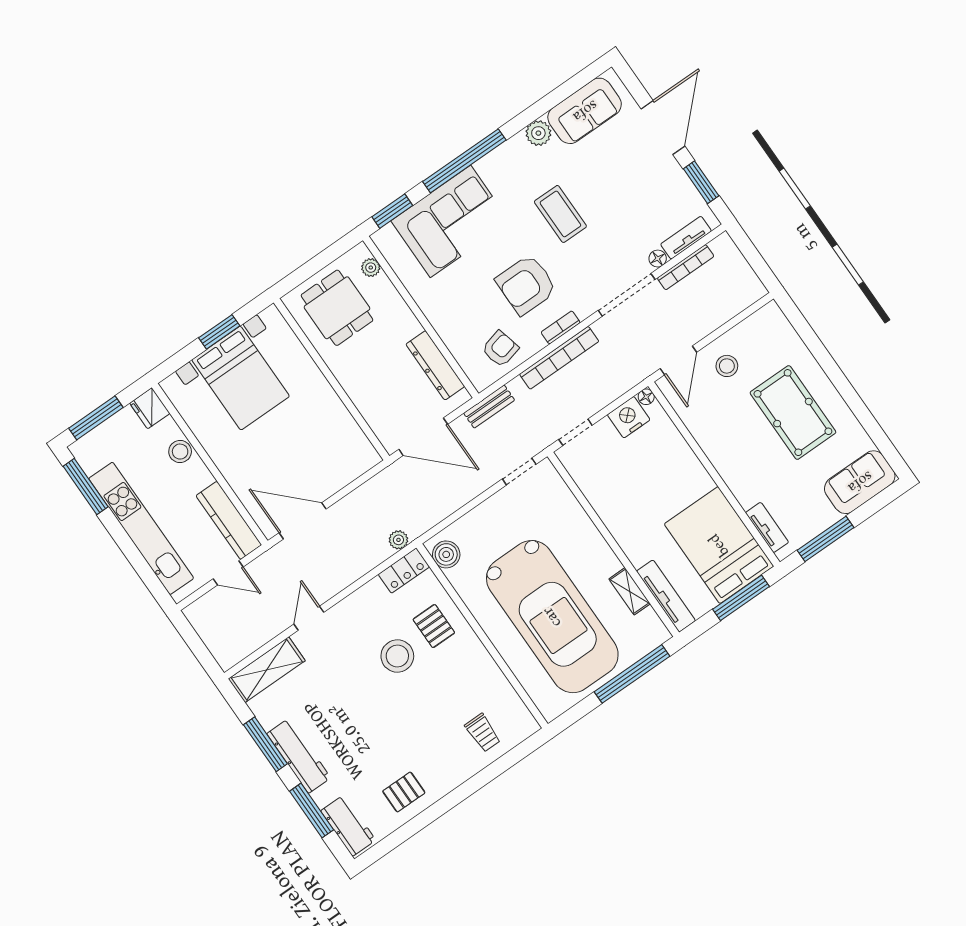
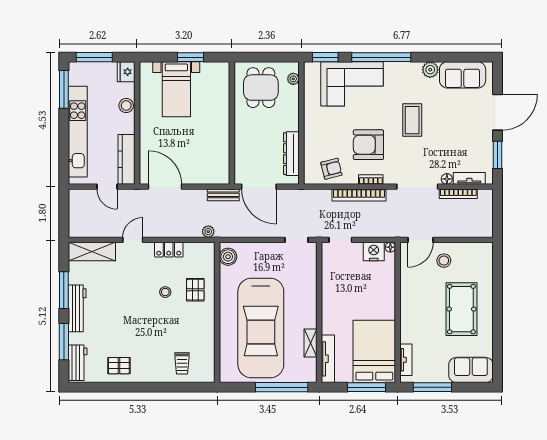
bed with nightstands: (241, 378) -> (176, 89), width x0.73
bench: (489, 407) -> (223, 195), moved
locker: (404, 571) -> (169, 250), moved
stool: (397, 656) -> (165, 292), width x0.53, depth x0.53

